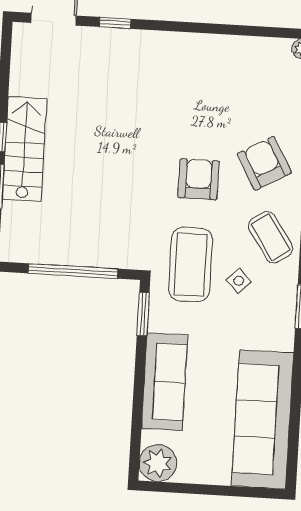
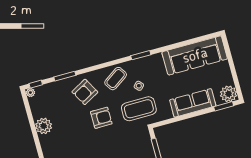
plant: (222, 53) -> (44, 126), added
armchair: (199, 179) -> (101, 118), turned 180
window: (143, 314) -> (224, 106), moved

